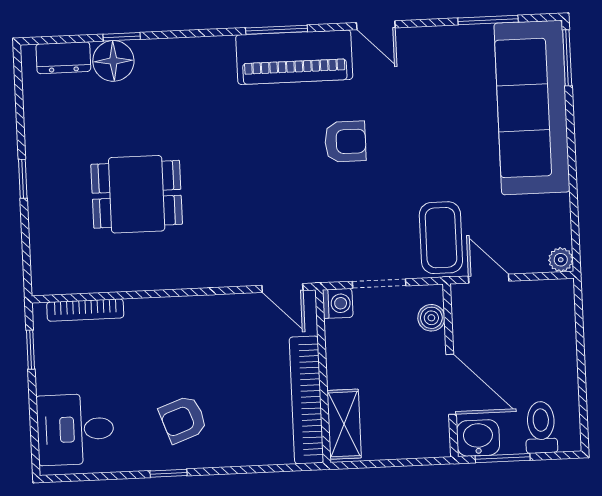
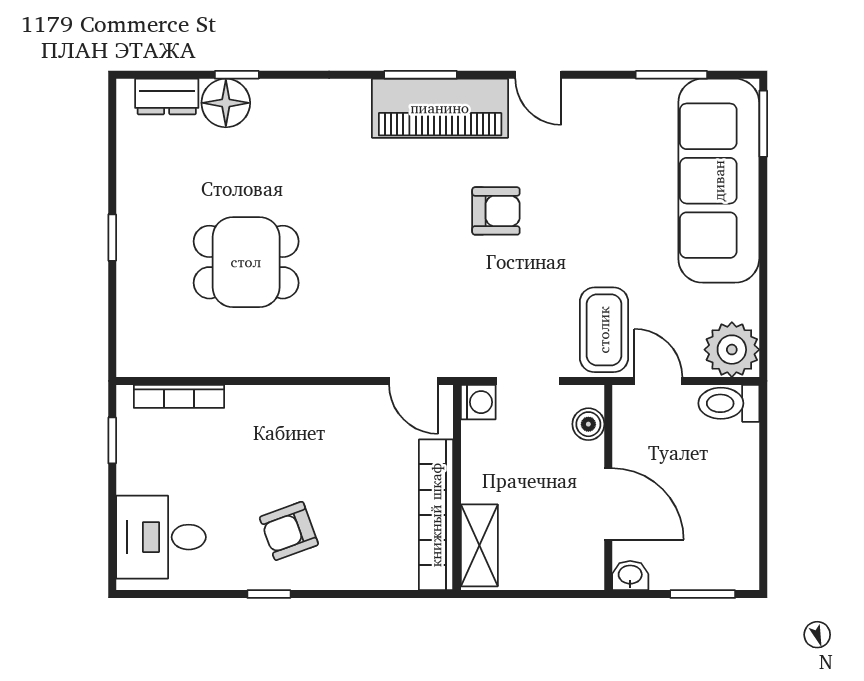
plant: (561, 260) -> (732, 350), width x1.88, depth x1.88
toilet: (541, 427) -> (729, 403), moved, turned -90
washbasin: (478, 438) -> (630, 575), width x0.72, depth x0.69
window: (503, 458) -> (703, 594), moved

